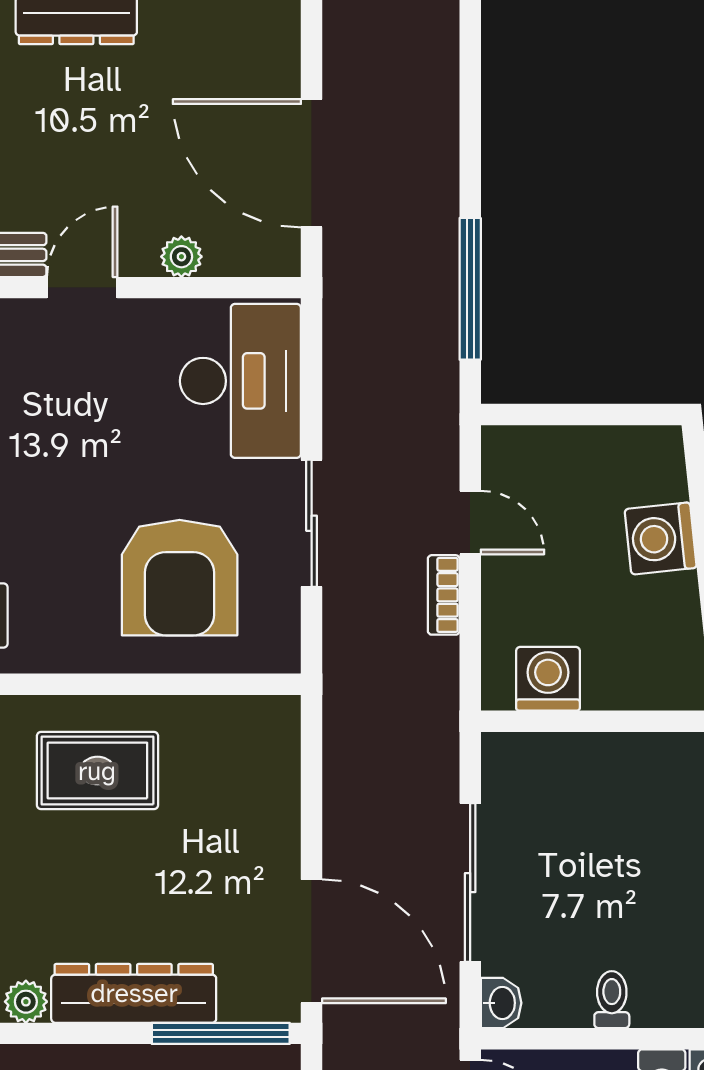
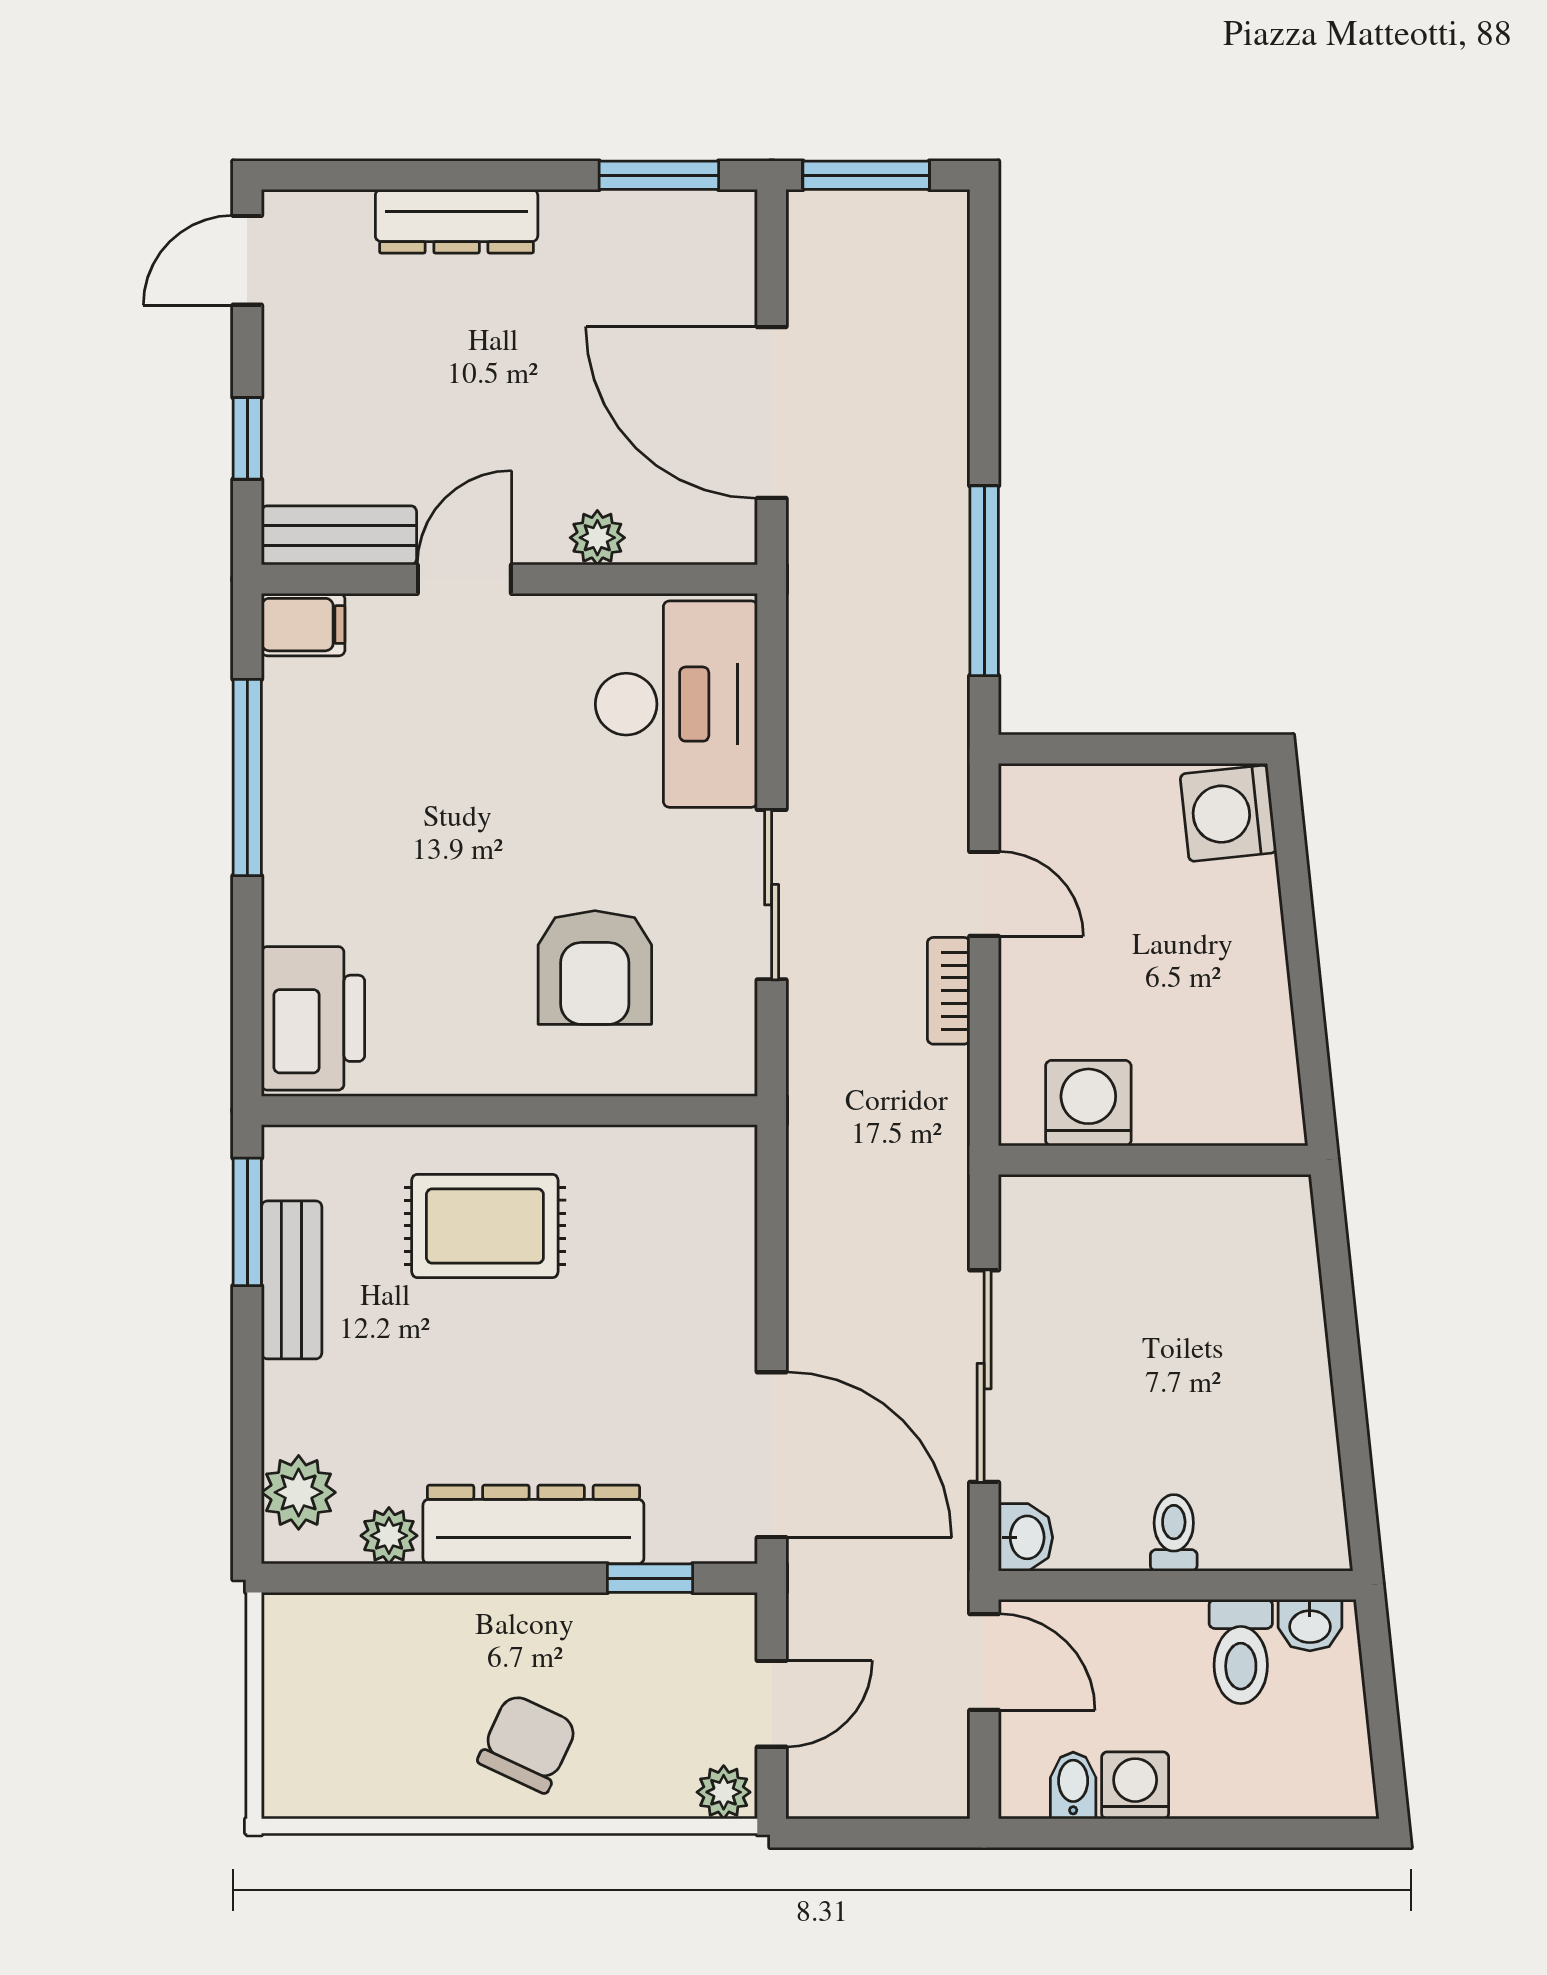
washing machine: (661, 538) -> (1228, 813), moved
armchair: (180, 578) -> (595, 967), width x0.73, depth x0.73
window: (221, 1033) -> (650, 1578), width x0.46

